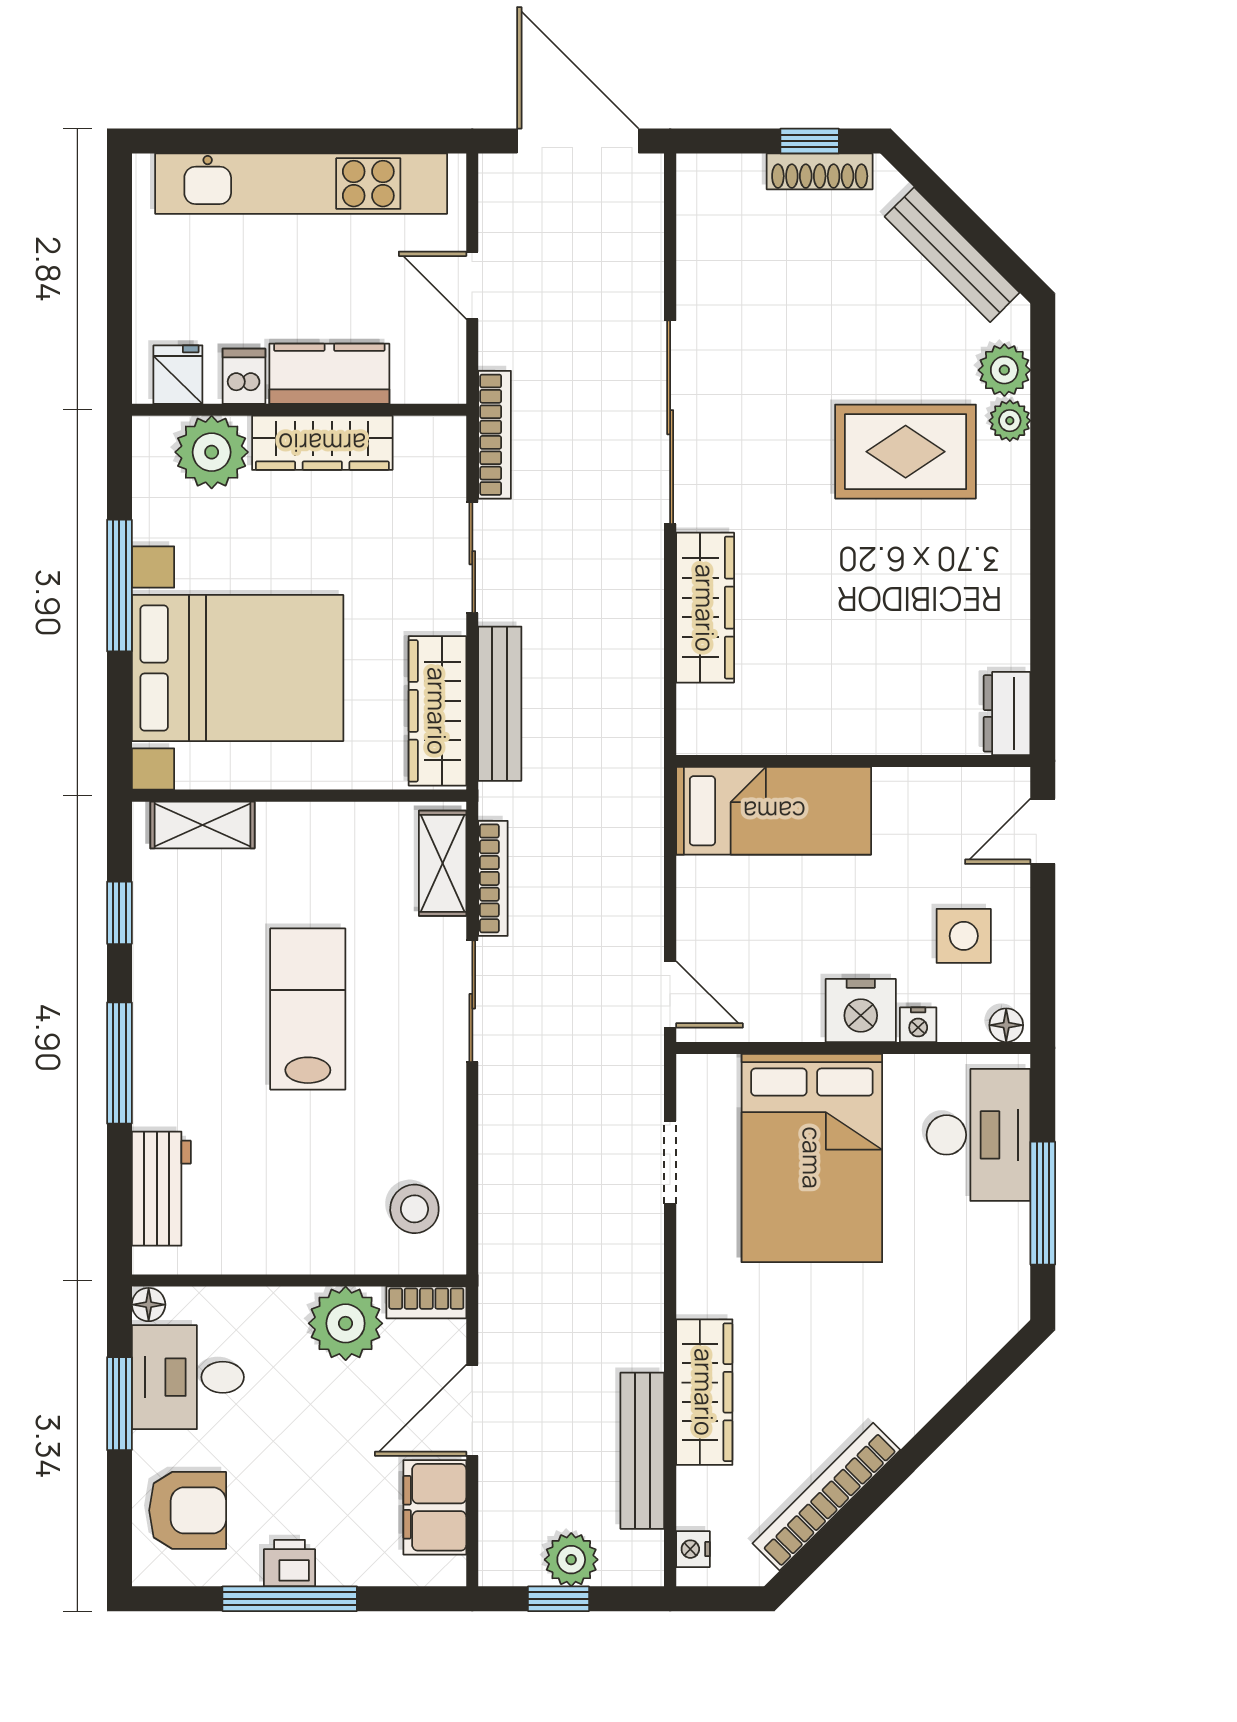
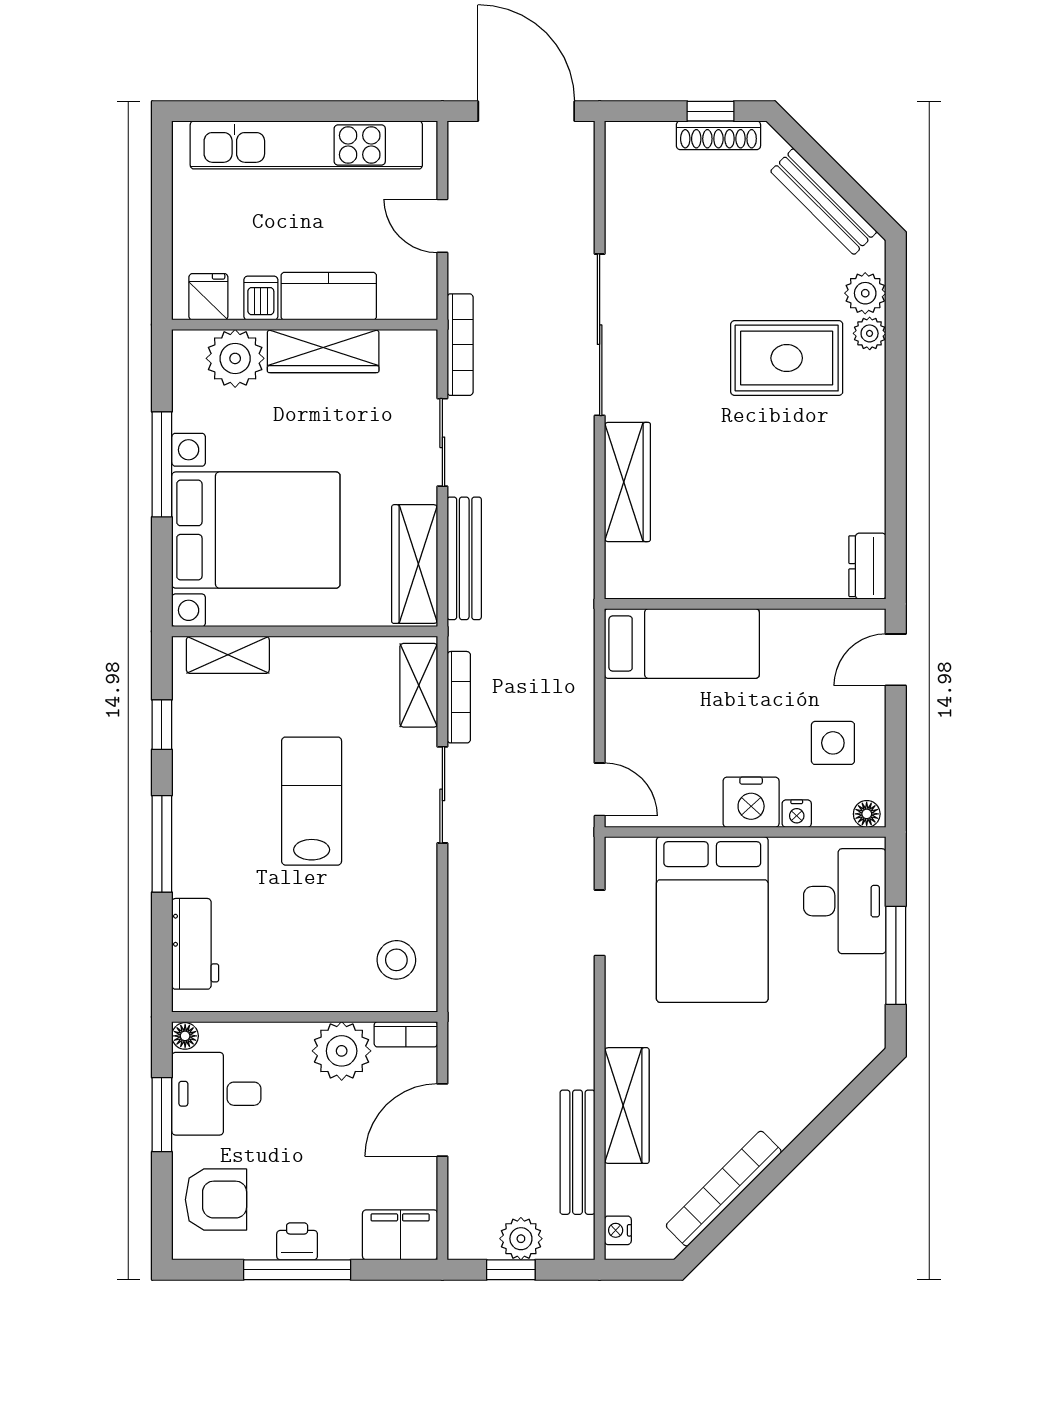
filing cabinet: (435, 1507) -> (400, 1235), moved, turned 90

